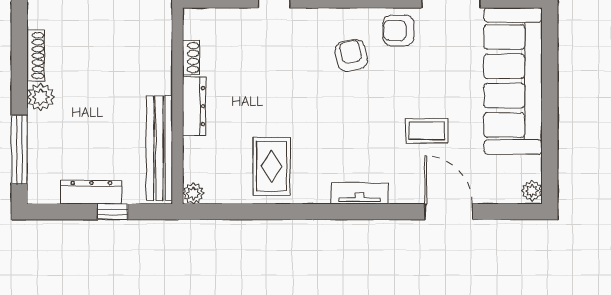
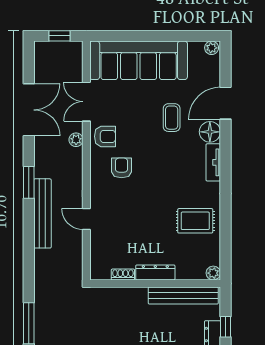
armchair: (398, 30) -> (105, 136), turned -90
armchair: (351, 55) -> (122, 168), turned 102
floor lamp: (405, 188) -> (210, 132), added

